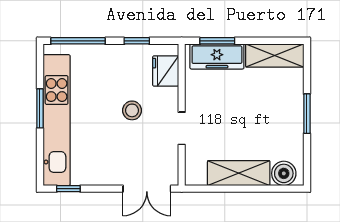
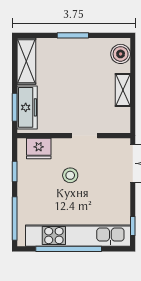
window: (40, 108) -> (69, 249), width x2.11
shelving: (239, 173) -> (123, 90), width x0.67, depth x0.75

